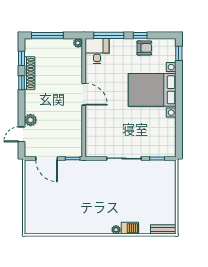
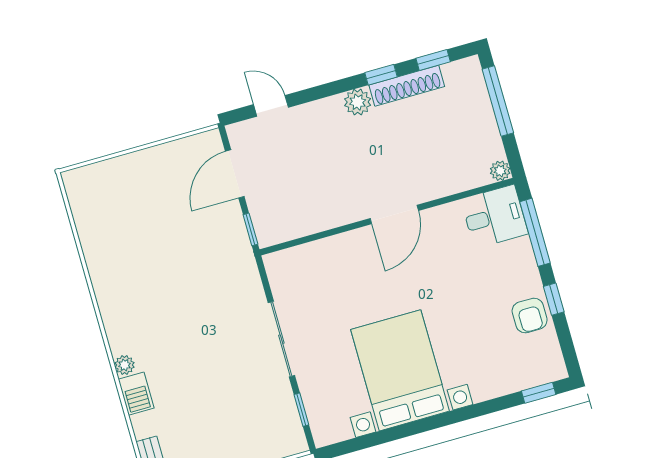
bed with nightstands: (152, 90) -> (400, 370), moved
plant: (31, 120) -> (358, 102), moved

